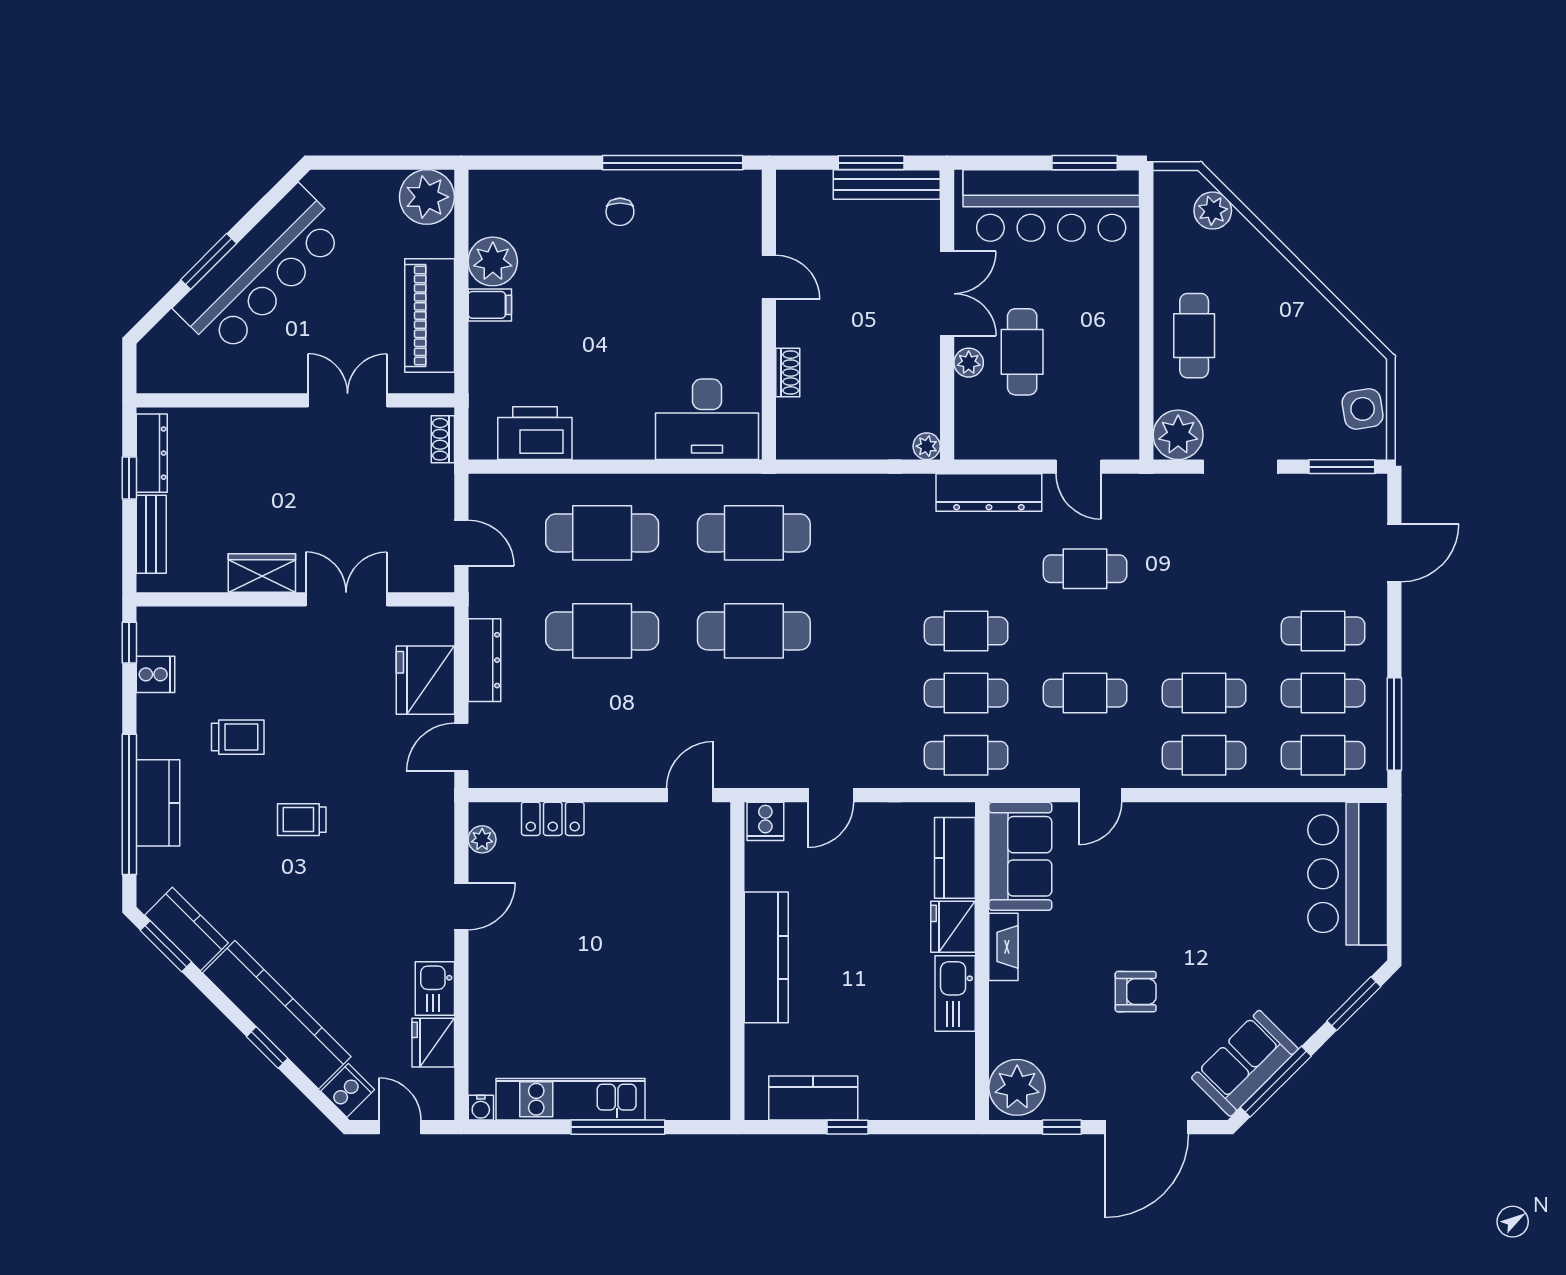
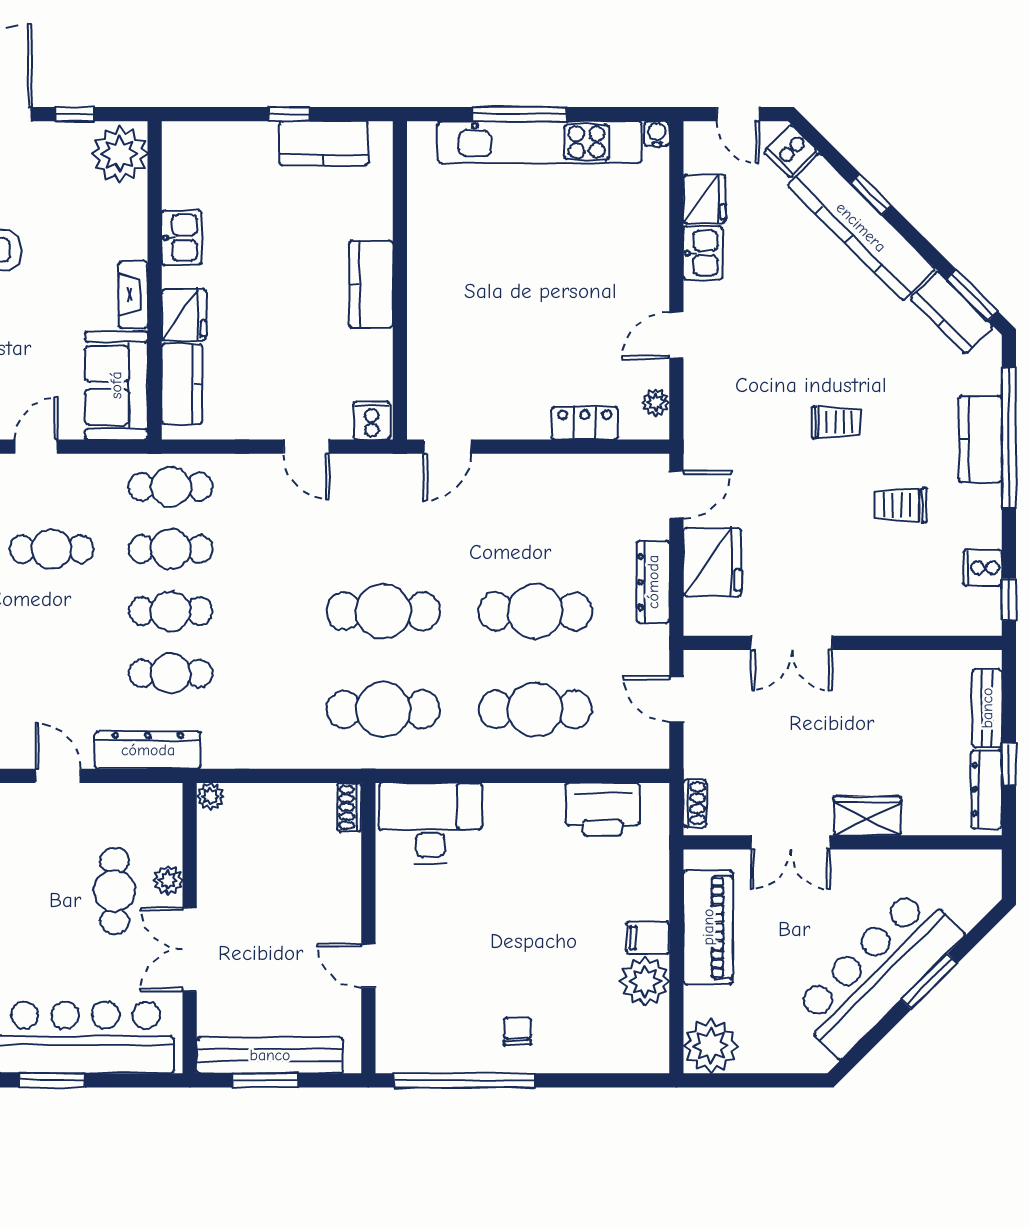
bench: (887, 185) -> (270, 1055), width x1.37, depth x1.21
shoe rack: (788, 373) -> (349, 807), moved
cafe table: (1085, 569) -> (171, 674), moved
wardrobe: (262, 573) -> (867, 816), moved, turned 180
door: (831, 795) -> (306, 447), swing flipped
kitchen counter: (766, 957) -> (371, 284), width x0.67
kitchen sink: (955, 993) -> (182, 238), width x0.73
kitchen unit: (570, 1099) -> (540, 142), width x1.36

